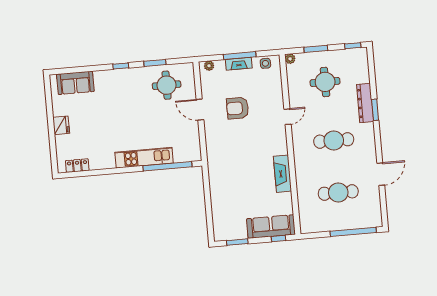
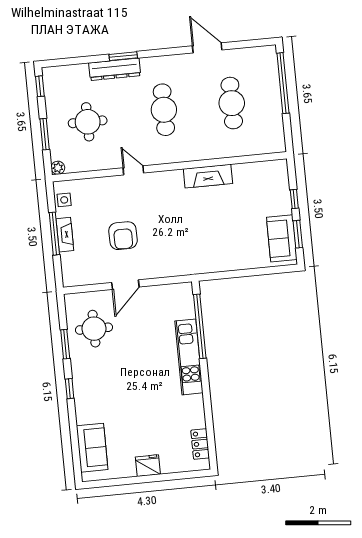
plant: (209, 66) -> (68, 273), removed
sofa: (271, 227) -> (282, 238), moved, width x0.73
window: (279, 238) -> (294, 199), moved

